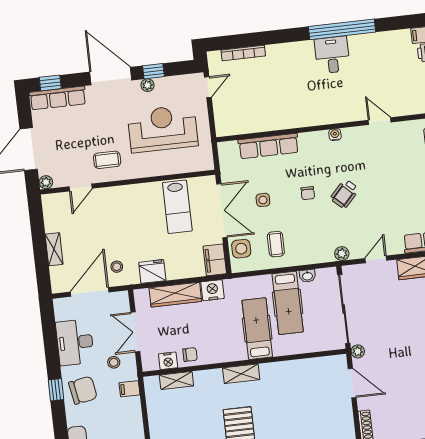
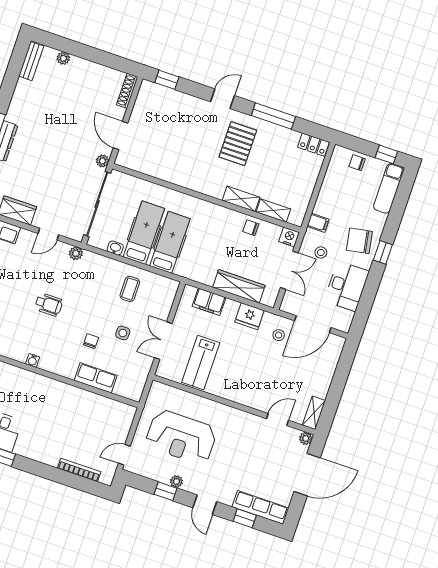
door: (111, 76) -> (205, 505), width x0.53
window: (50, 83) -> (245, 518), moved
row of seats: (268, 146) -> (96, 378), width x0.68
coffee table: (107, 160) -> (243, 433), removed
chair: (308, 193) -> (91, 341), moved
wheelchair: (345, 194) -> (49, 305), turned 47
lab bench: (177, 207) -> (201, 362), turned 180
double door: (222, 211) -> (163, 341), width x0.73
shelving: (54, 249) -> (314, 413), moved
side table: (241, 249) -> (162, 299), removed
filing cabinet: (215, 260) -> (209, 302), moved, turned 90
nightstand: (212, 290) -> (204, 275), removed
hospital bed: (257, 329) -> (170, 242), moved, turned 180
nightstand: (168, 361) -> (289, 237), moved
shelving: (241, 374) -> (241, 199), moved

